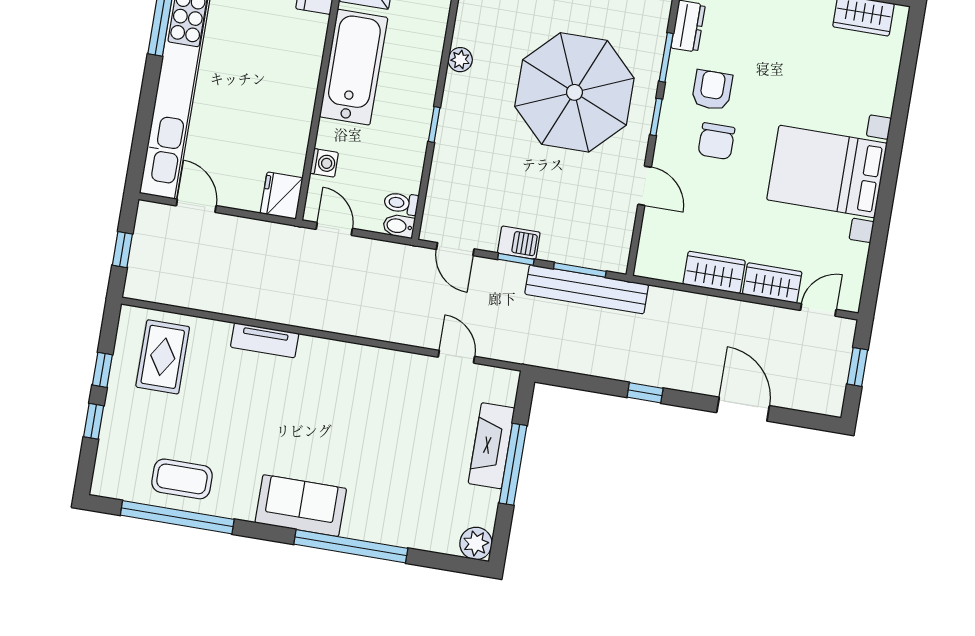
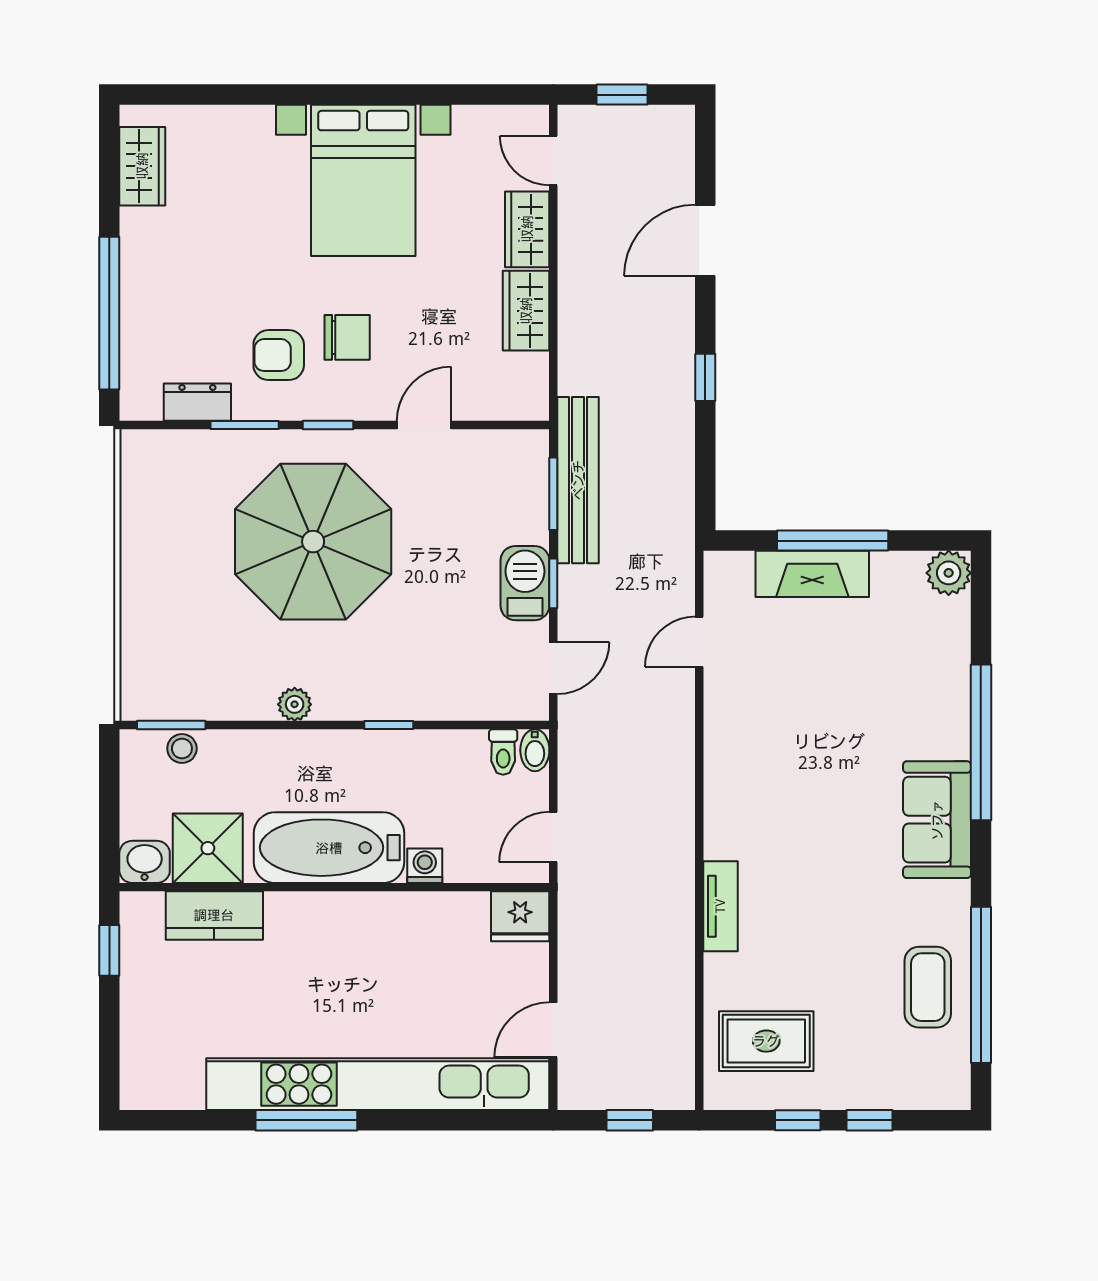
washing machine: (324, 163) -> (425, 866), moved
barbecue: (519, 243) -> (525, 583), width x1.38, depth x1.27

